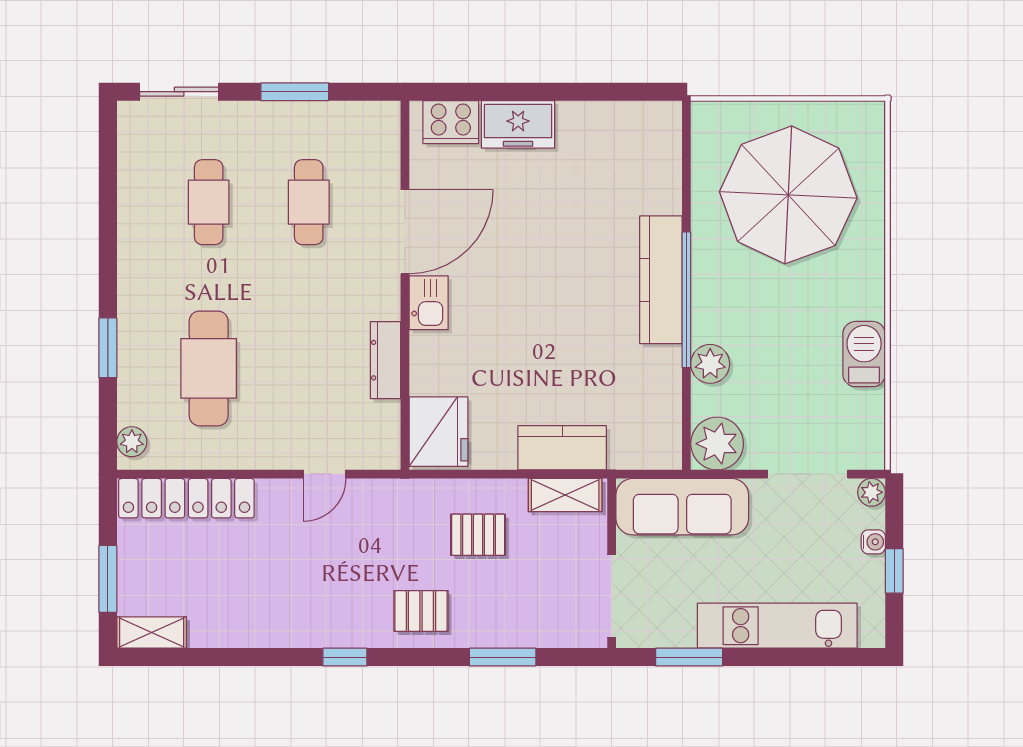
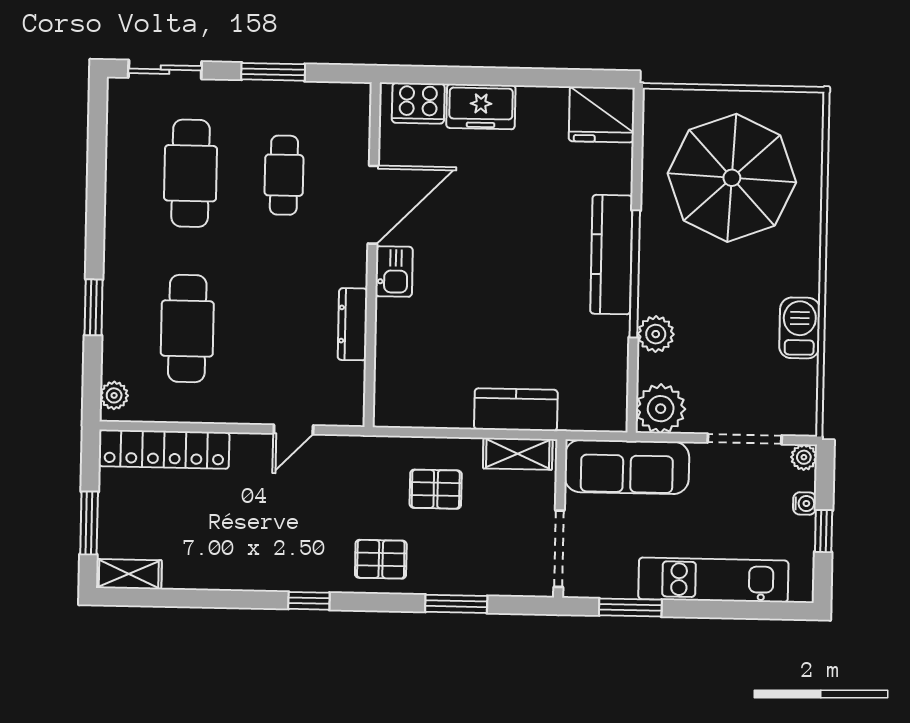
cafe table: (209, 202) -> (191, 173), width x1.37, depth x1.35
fridge: (439, 432) -> (602, 114), moved, turned 90

